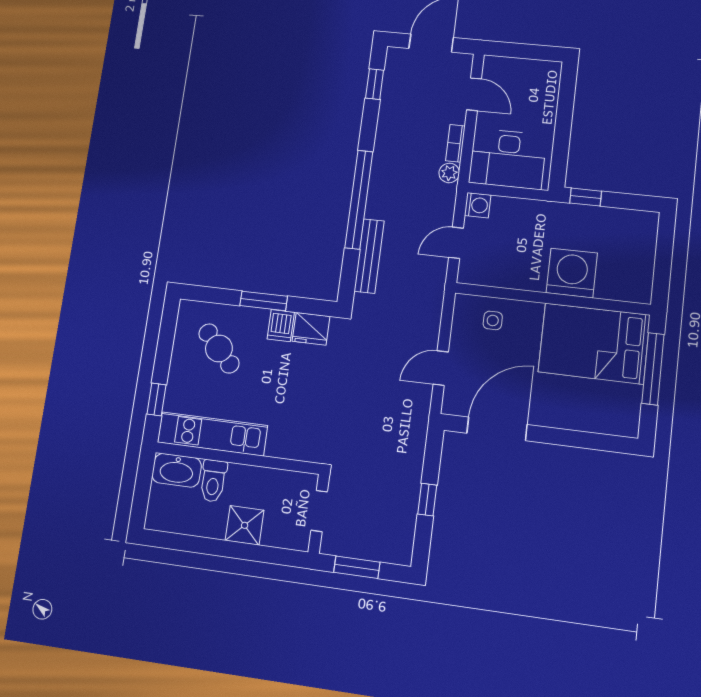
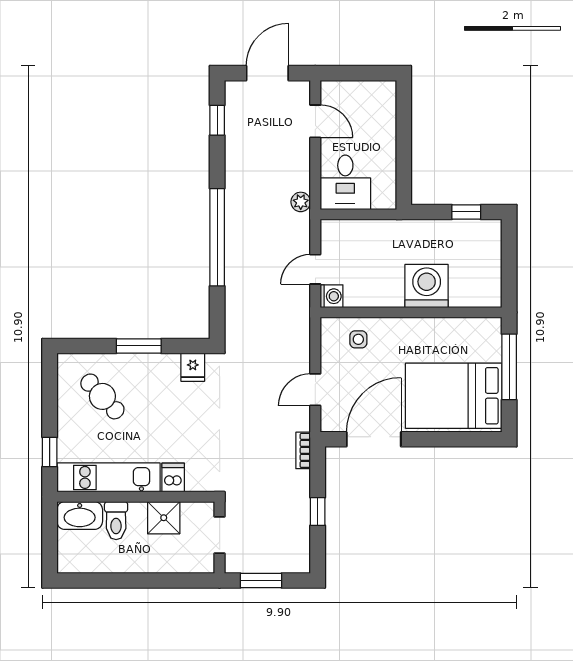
bookcase: (455, 143) -> (303, 450), moved
desk: (508, 159) -> (345, 182), width x0.73
window: (586, 197) -> (466, 212), moved
washing machine: (478, 205) -> (331, 296), moved
bench: (369, 256) -> (234, 291), removed
dishwasher: (281, 326) -> (173, 478), moved, turned 180
fridge: (311, 329) -> (193, 367), width x0.72
bed: (594, 343) -> (454, 396), moved
shower: (245, 525) -> (164, 518), moved

